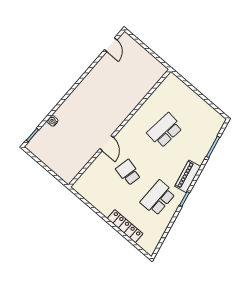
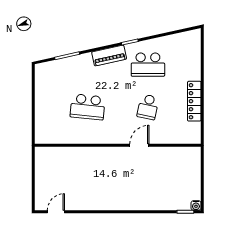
water cooler: (52, 121) -> (196, 206), moved
locker: (125, 226) -> (194, 101), moved

